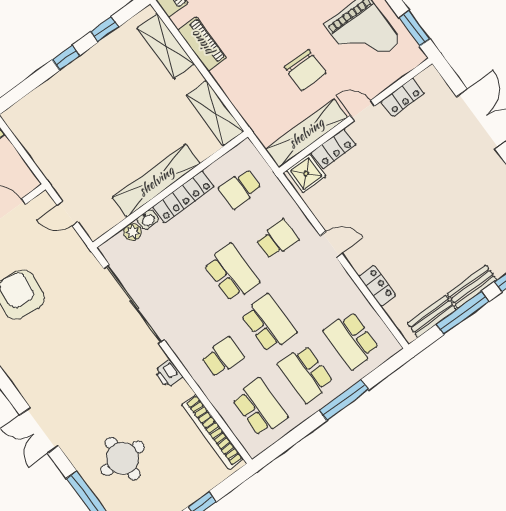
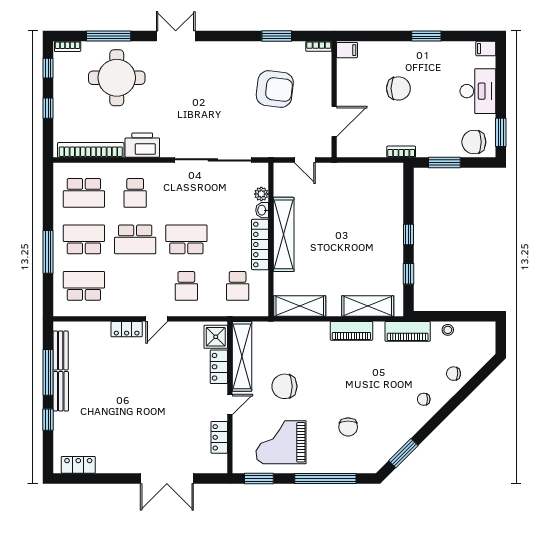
school desk: (240, 189) -> (238, 286), turned 180
door: (68, 214) -> (305, 160), swing flipped
school desk: (231, 273) -> (186, 239), turned 180
locker: (377, 286) -> (127, 329), moved
printer: (169, 374) -> (142, 145), width x1.87, depth x1.48
round table: (123, 458) -> (117, 78), width x1.36, depth x1.36

